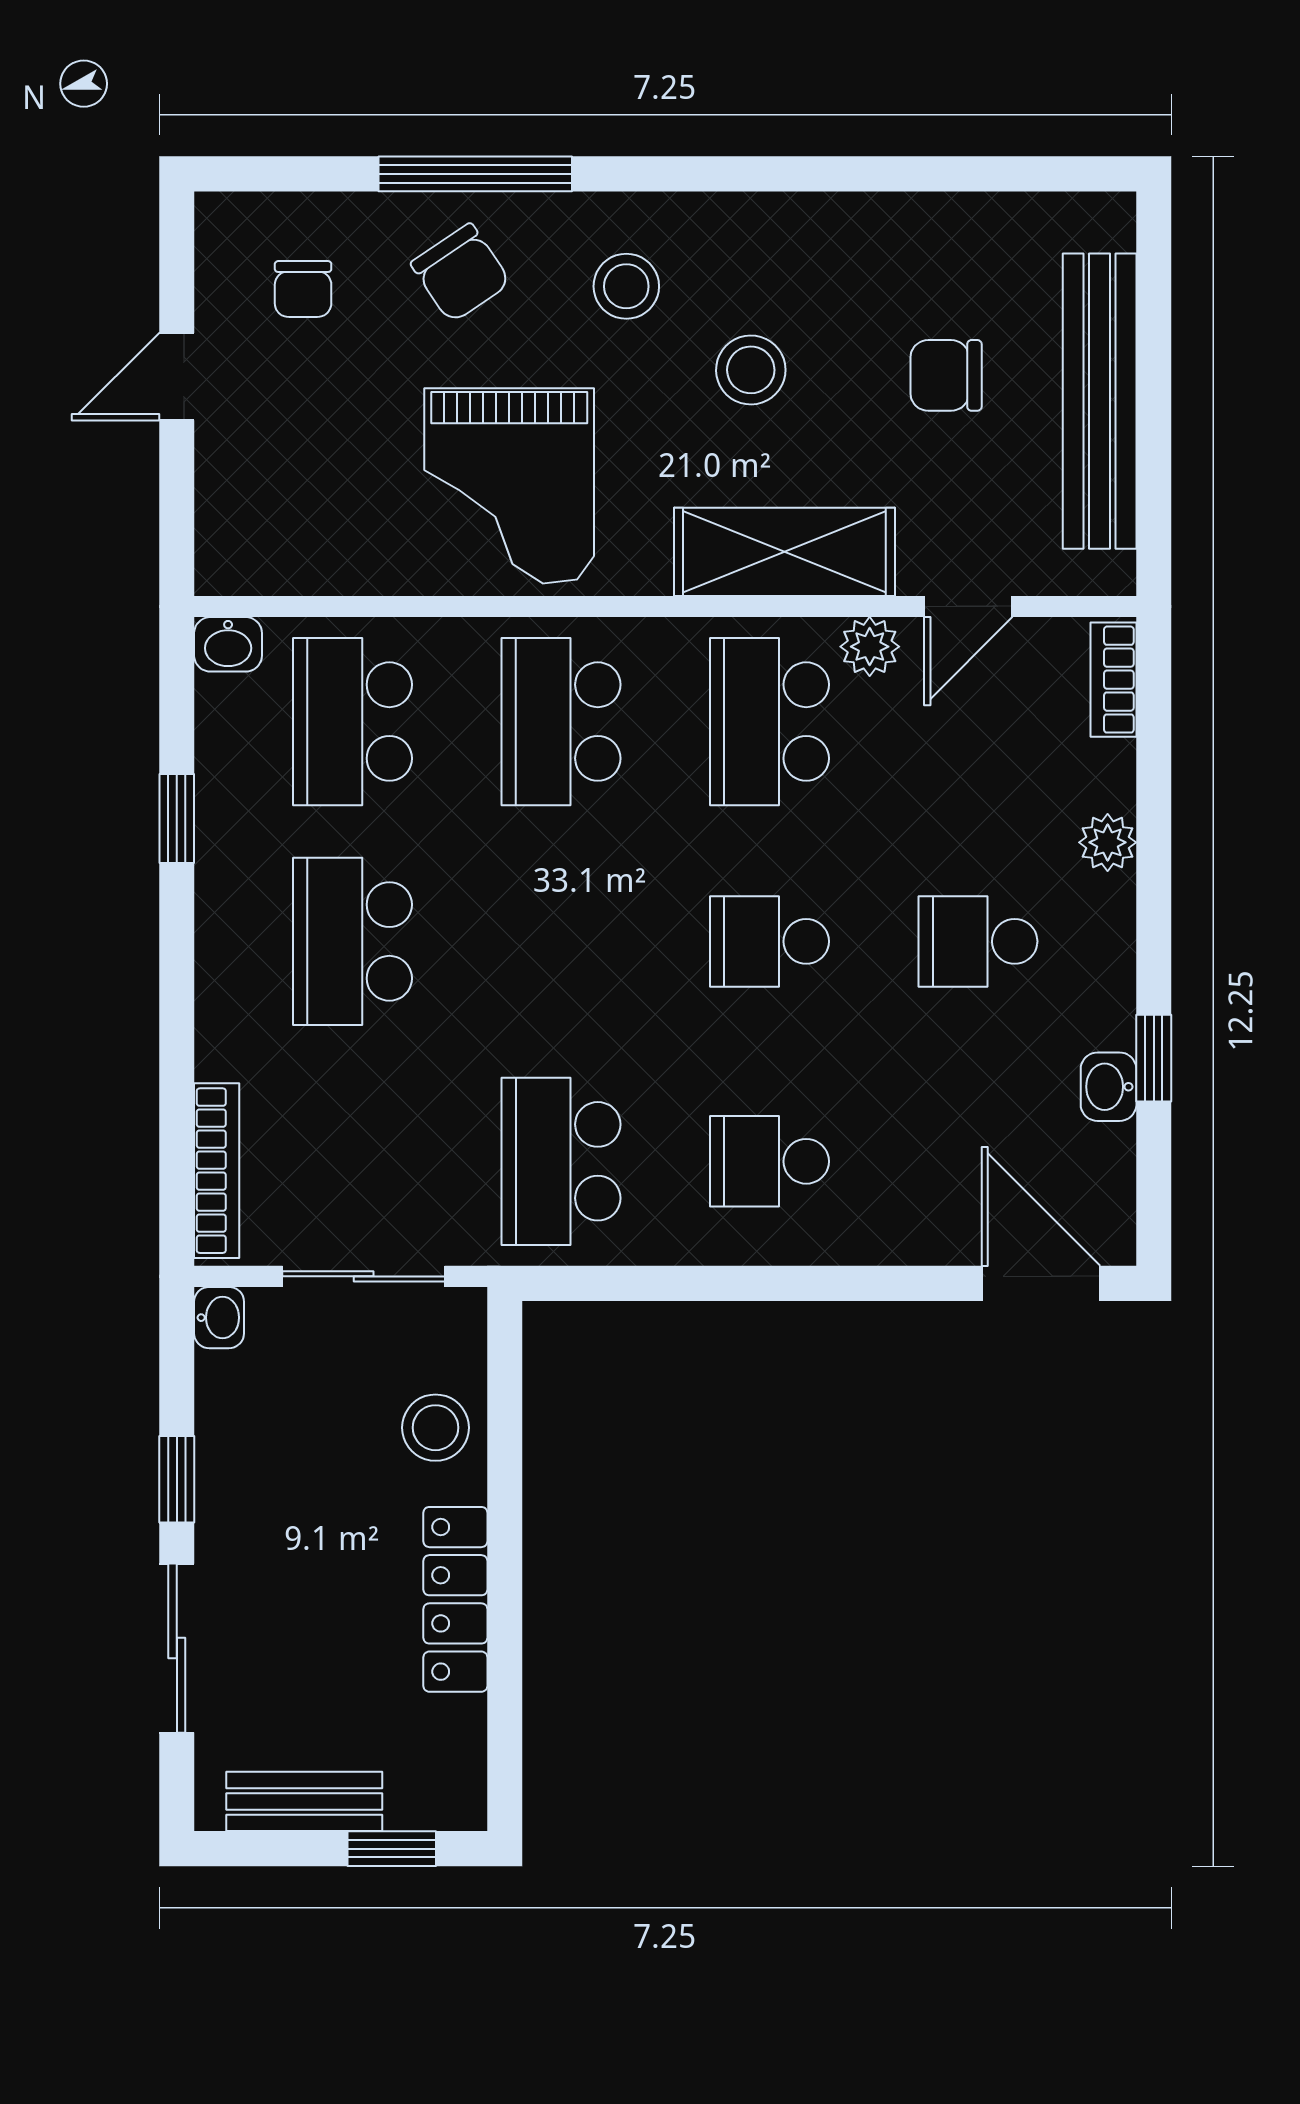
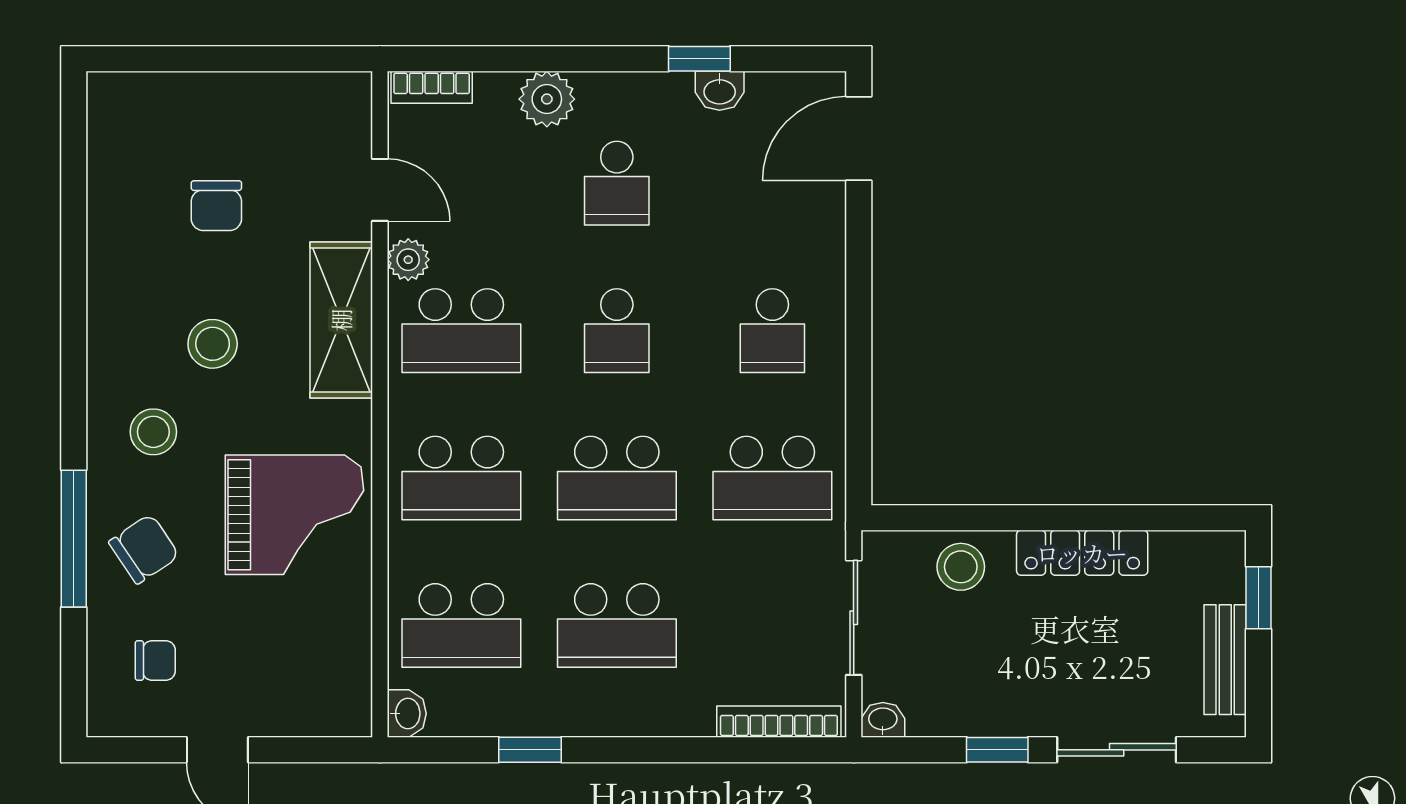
bench: (1100, 401) -> (235, 97), removed
plant: (1108, 842) -> (547, 99), width x1.38, depth x1.38
school desk: (561, 941) -> (617, 478), added

